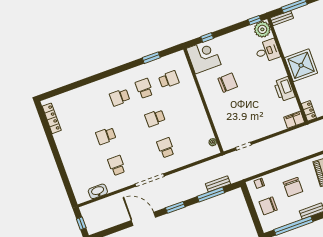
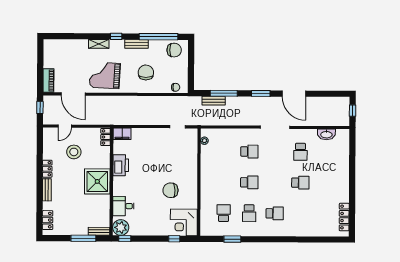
school desk: (169, 80) -> (224, 213), turned 90
school desk: (166, 148) -> (249, 151), turned -90
chair: (268, 206) -> (174, 50), moved

